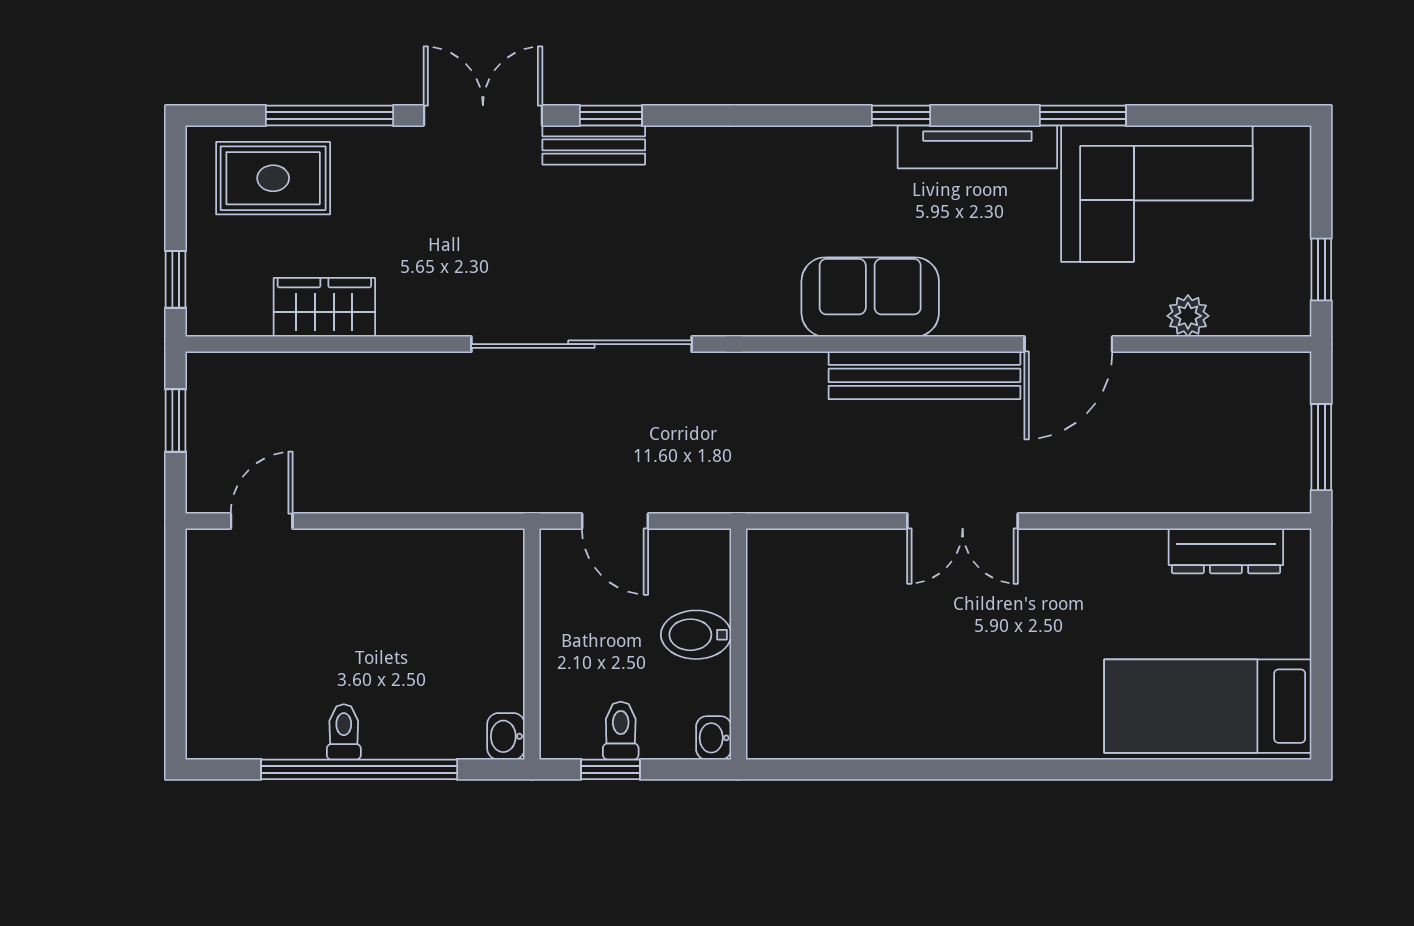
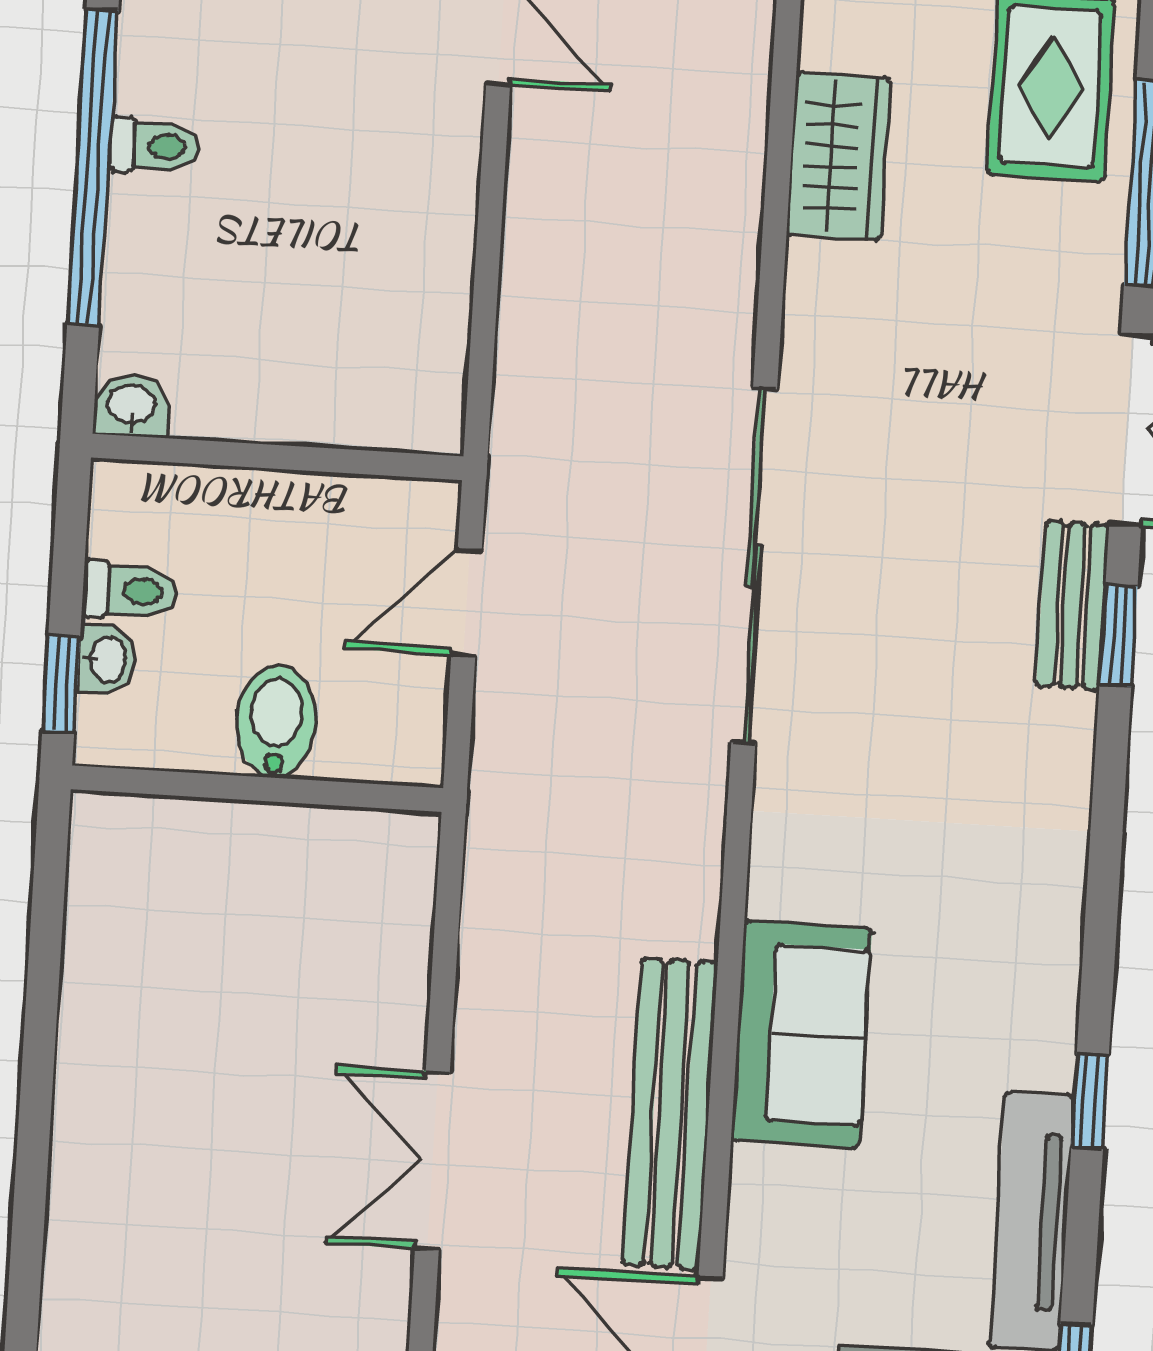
washbasin: (714, 738) -> (107, 660), moved, turned 90
window: (611, 769) -> (61, 684), moved

